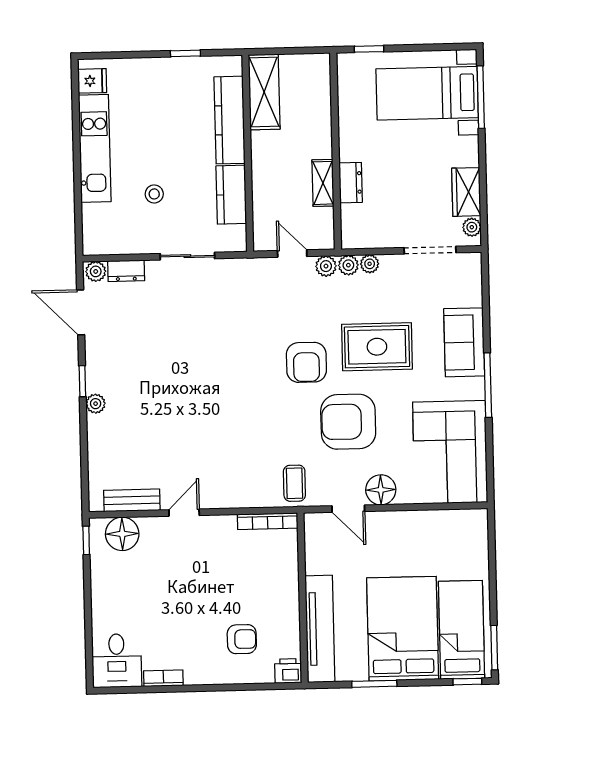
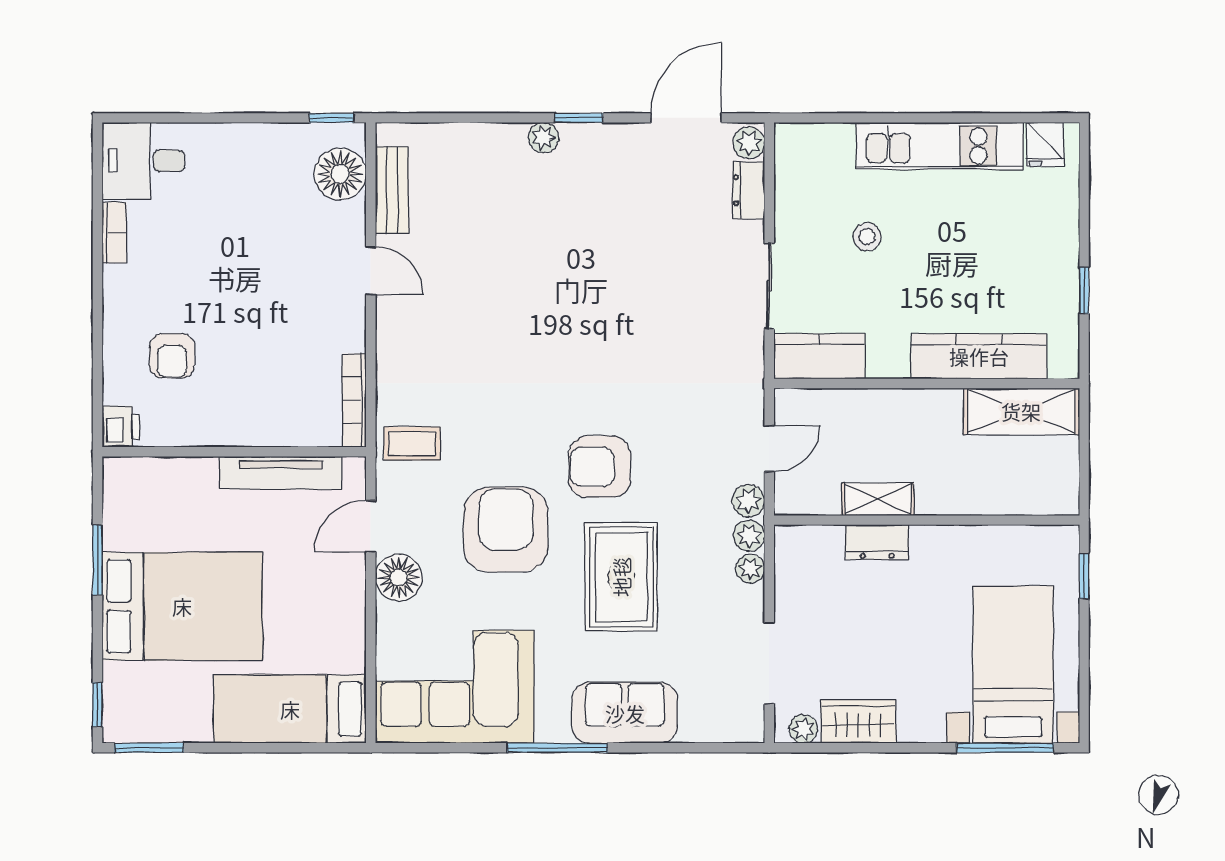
kitchen counter: (231, 195) -> (819, 356), moved
tv unit: (320, 629) -> (281, 473), moved, width x0.73, depth x0.78
bed: (462, 630) -> (290, 709), moved, turned 180

